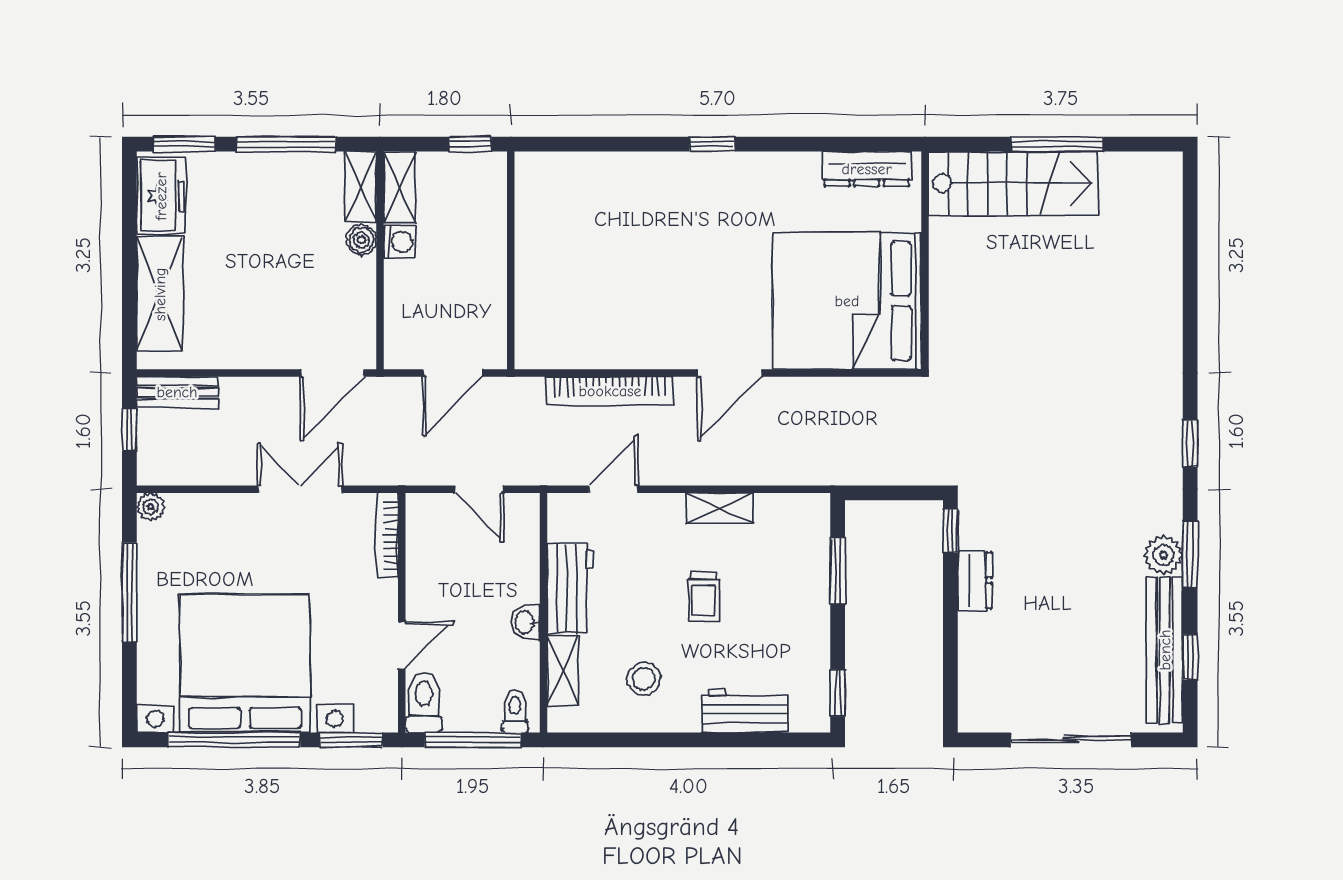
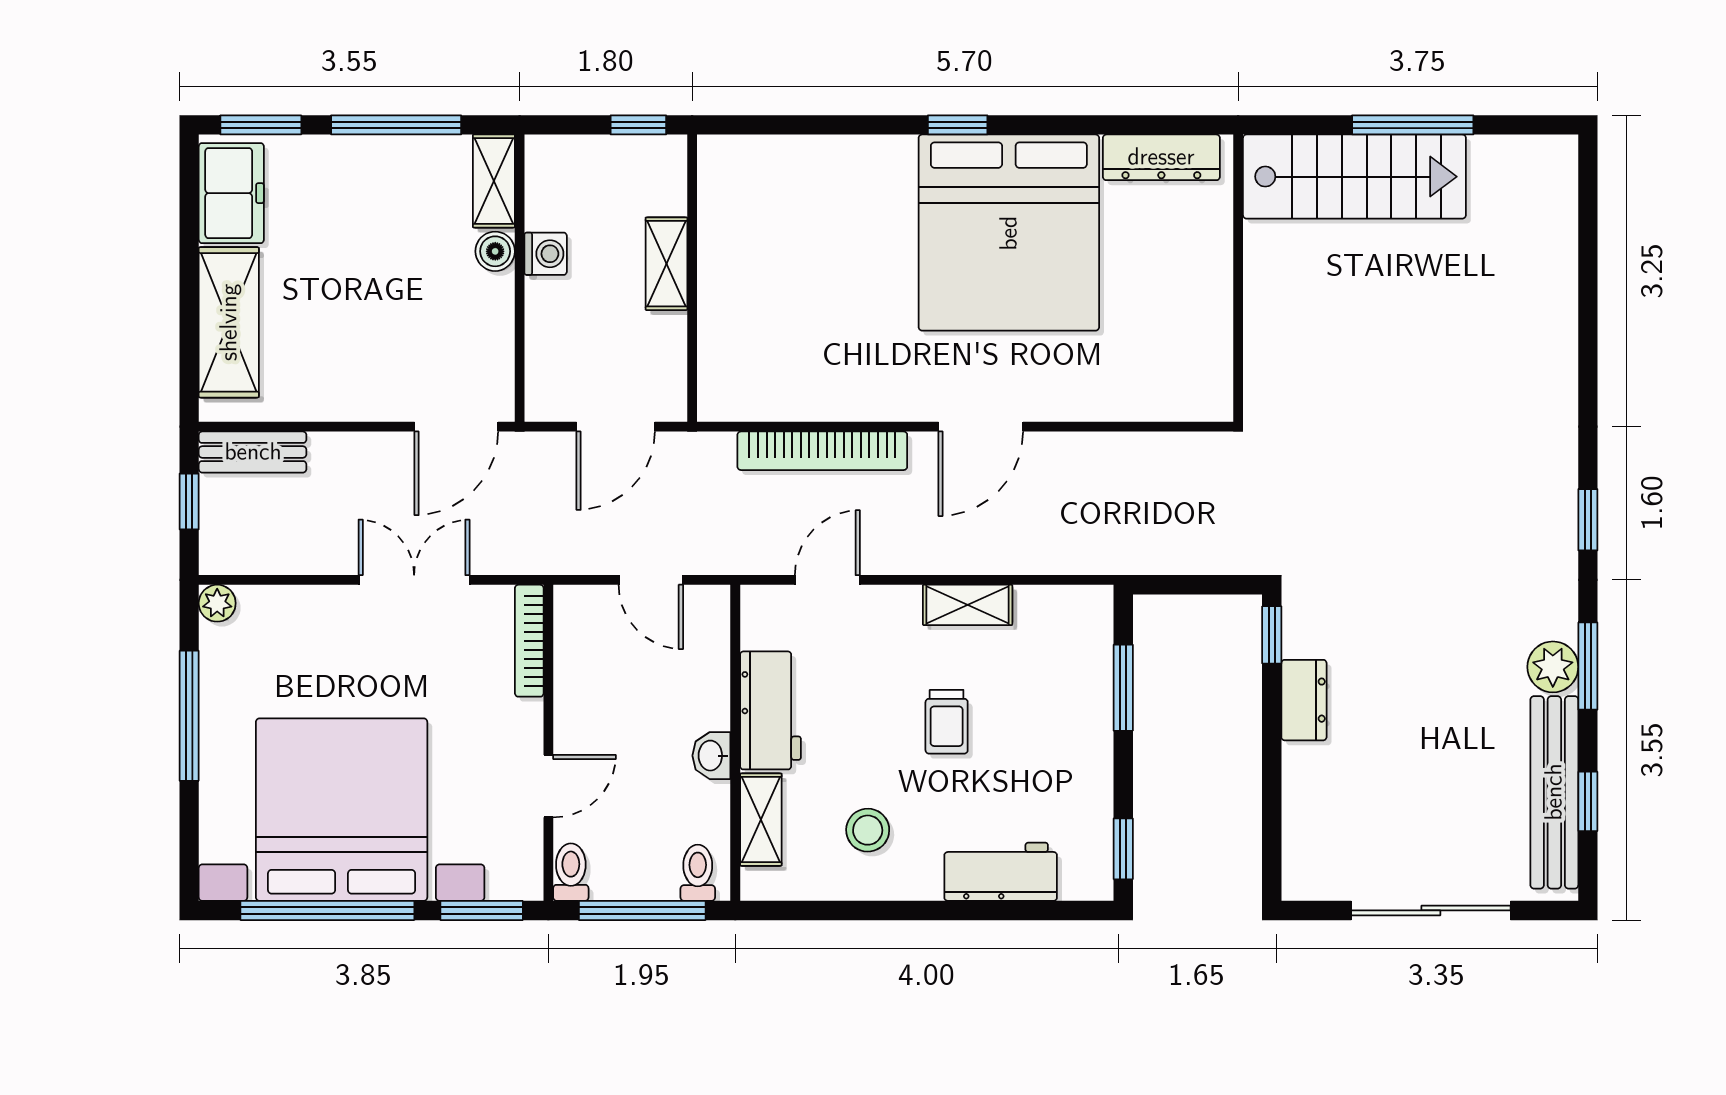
shelving: (400, 188) -> (666, 264), moved
bed: (847, 301) -> (1009, 233), moved, turned -90
toilet: (424, 702) -> (571, 872), width x0.73, depth x0.72

